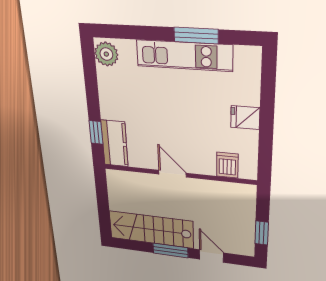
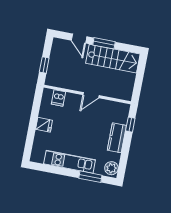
window: (196, 35) -> (90, 177), moved
kitchen counter: (115, 143) -> (117, 138), moved
door: (172, 174) -> (91, 95), hinge flipped
window: (262, 233) -> (44, 65), moved

